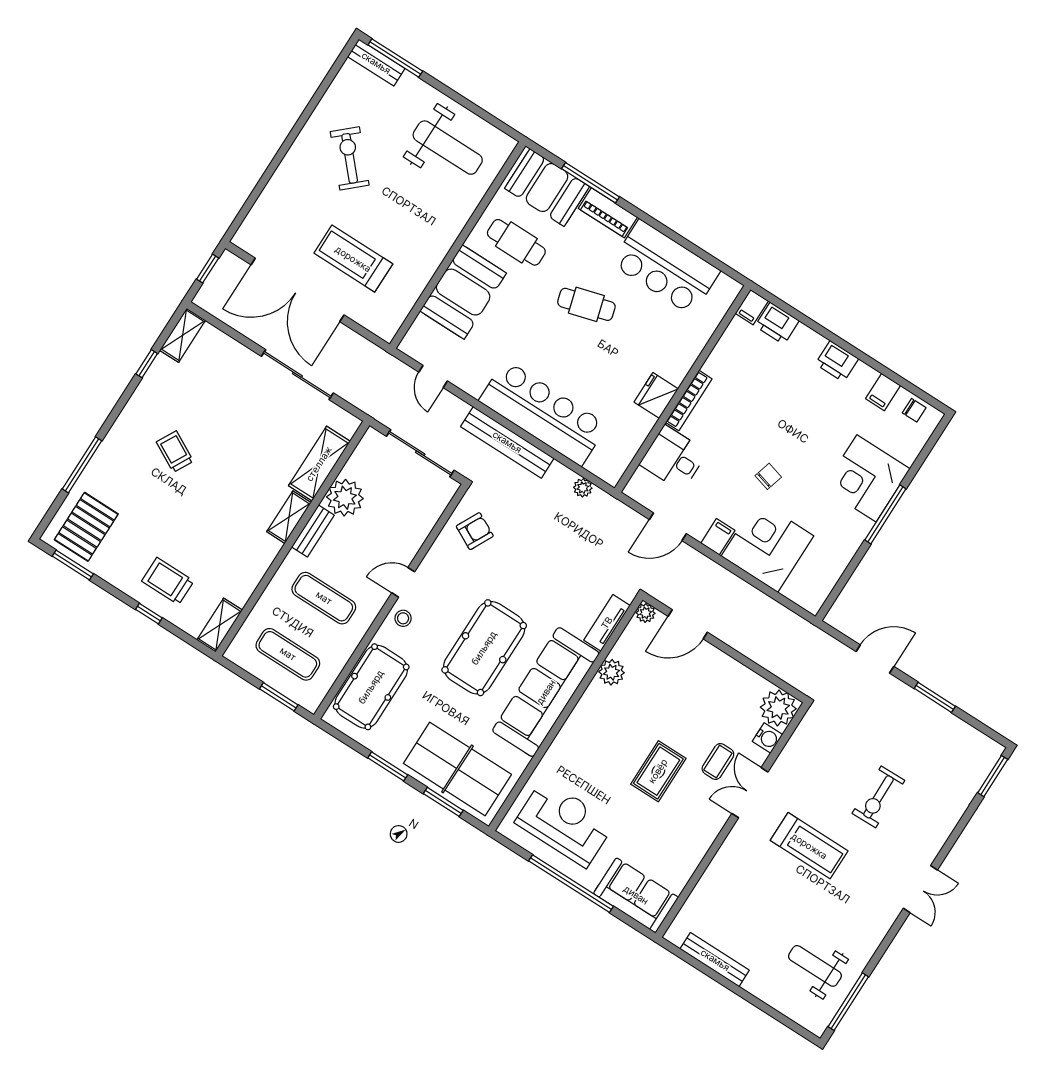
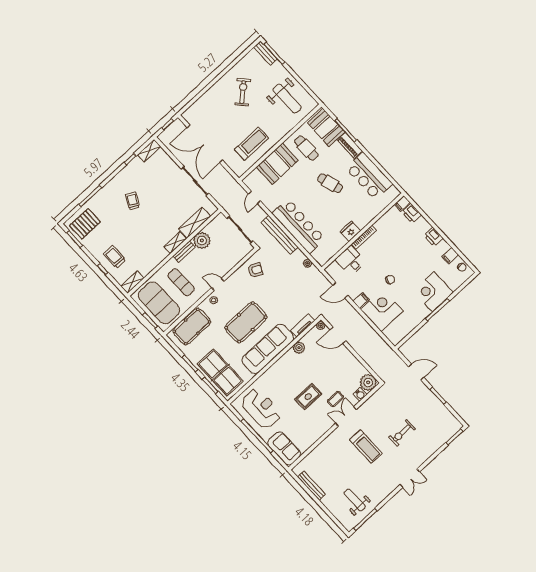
treadmill: (353, 259) -> (251, 144), moved, turned 90
exercise mat: (288, 654) -> (159, 303), width x2.00, depth x1.45

